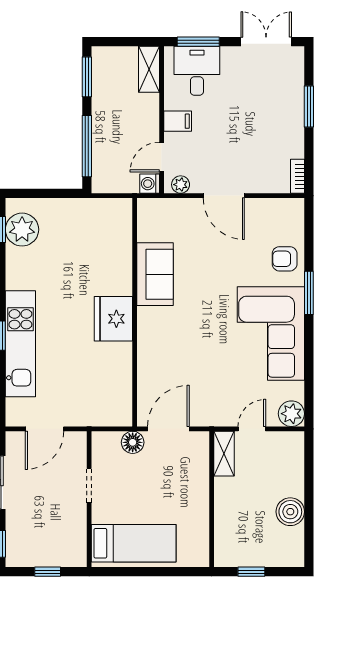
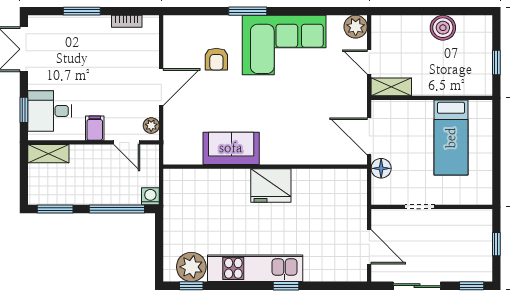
window: (198, 42) -> (24, 110), width x0.67
bookcase: (298, 176) -> (127, 21), moved
washing machine: (150, 184) -> (150, 196), moved, turned 180
armchair: (285, 259) -> (216, 59), moved
kitchen unit: (20, 344) -> (255, 268), moved
bed: (134, 543) -> (451, 138), moved, turned 180

